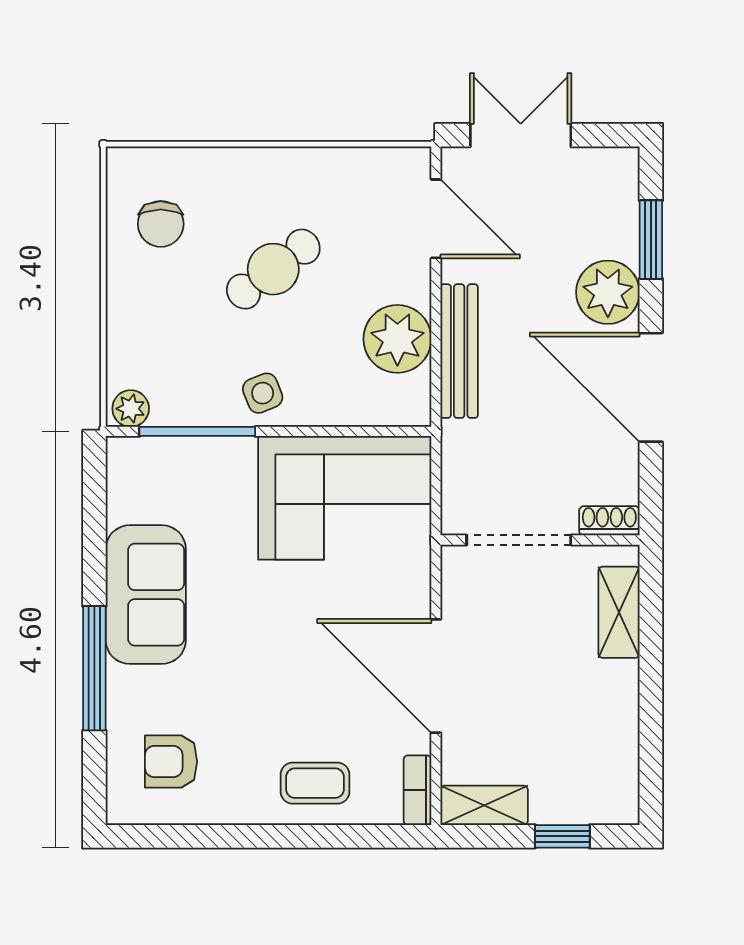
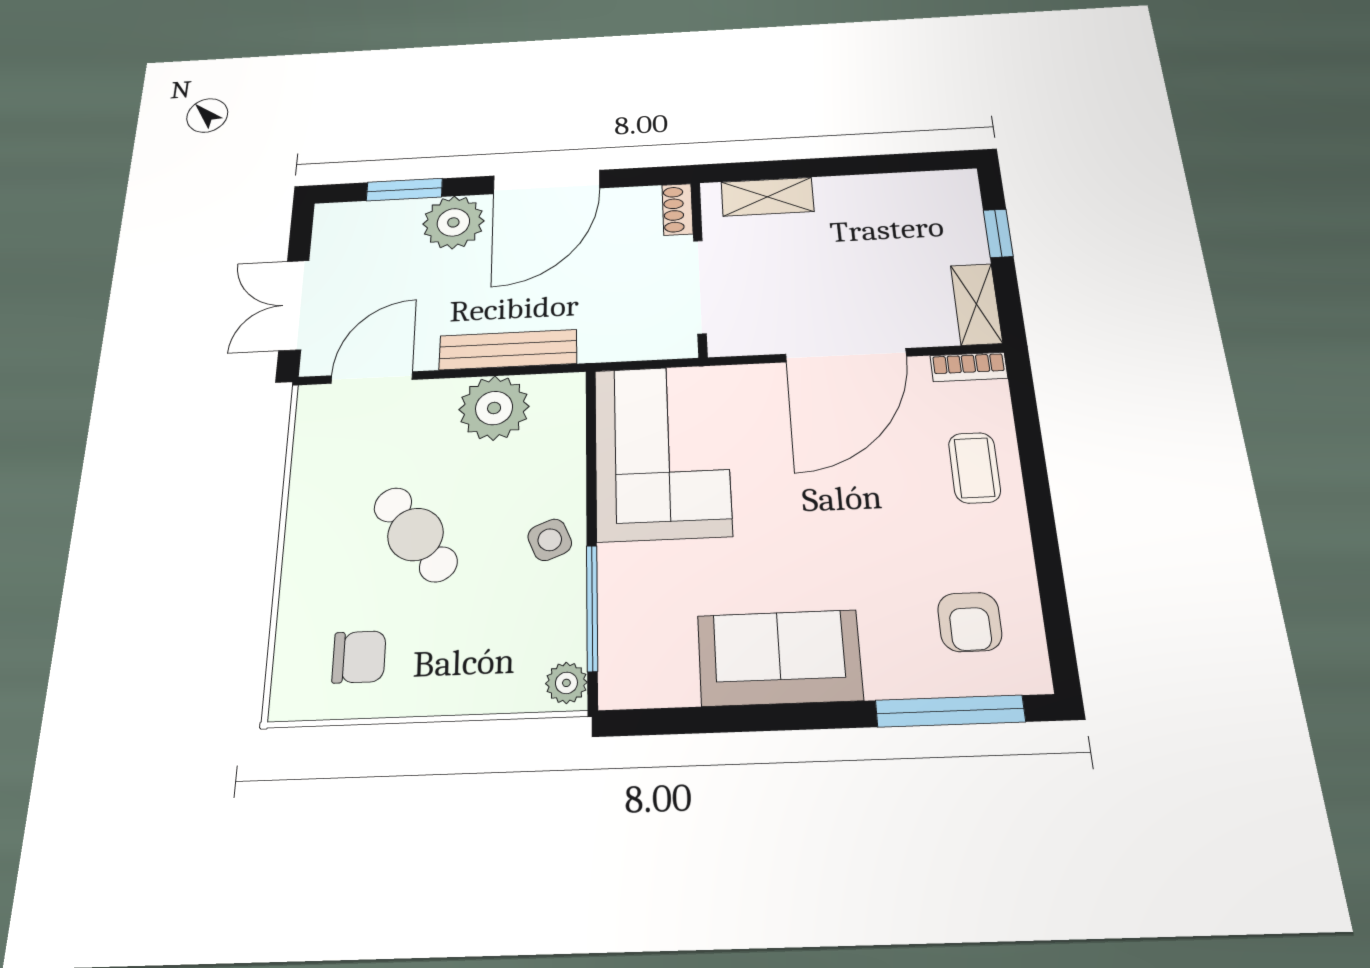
window: (94, 668) -> (950, 711), moved

